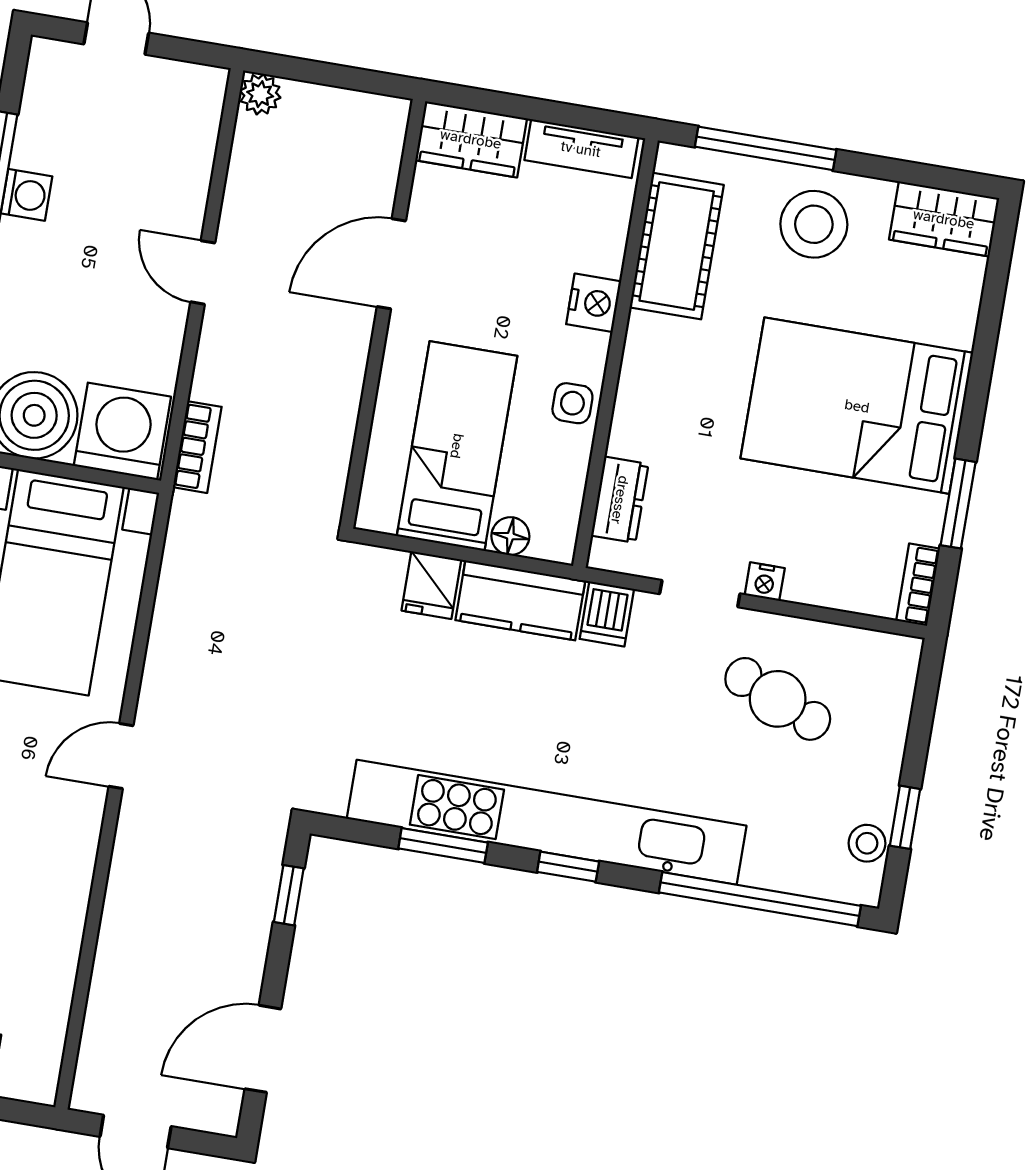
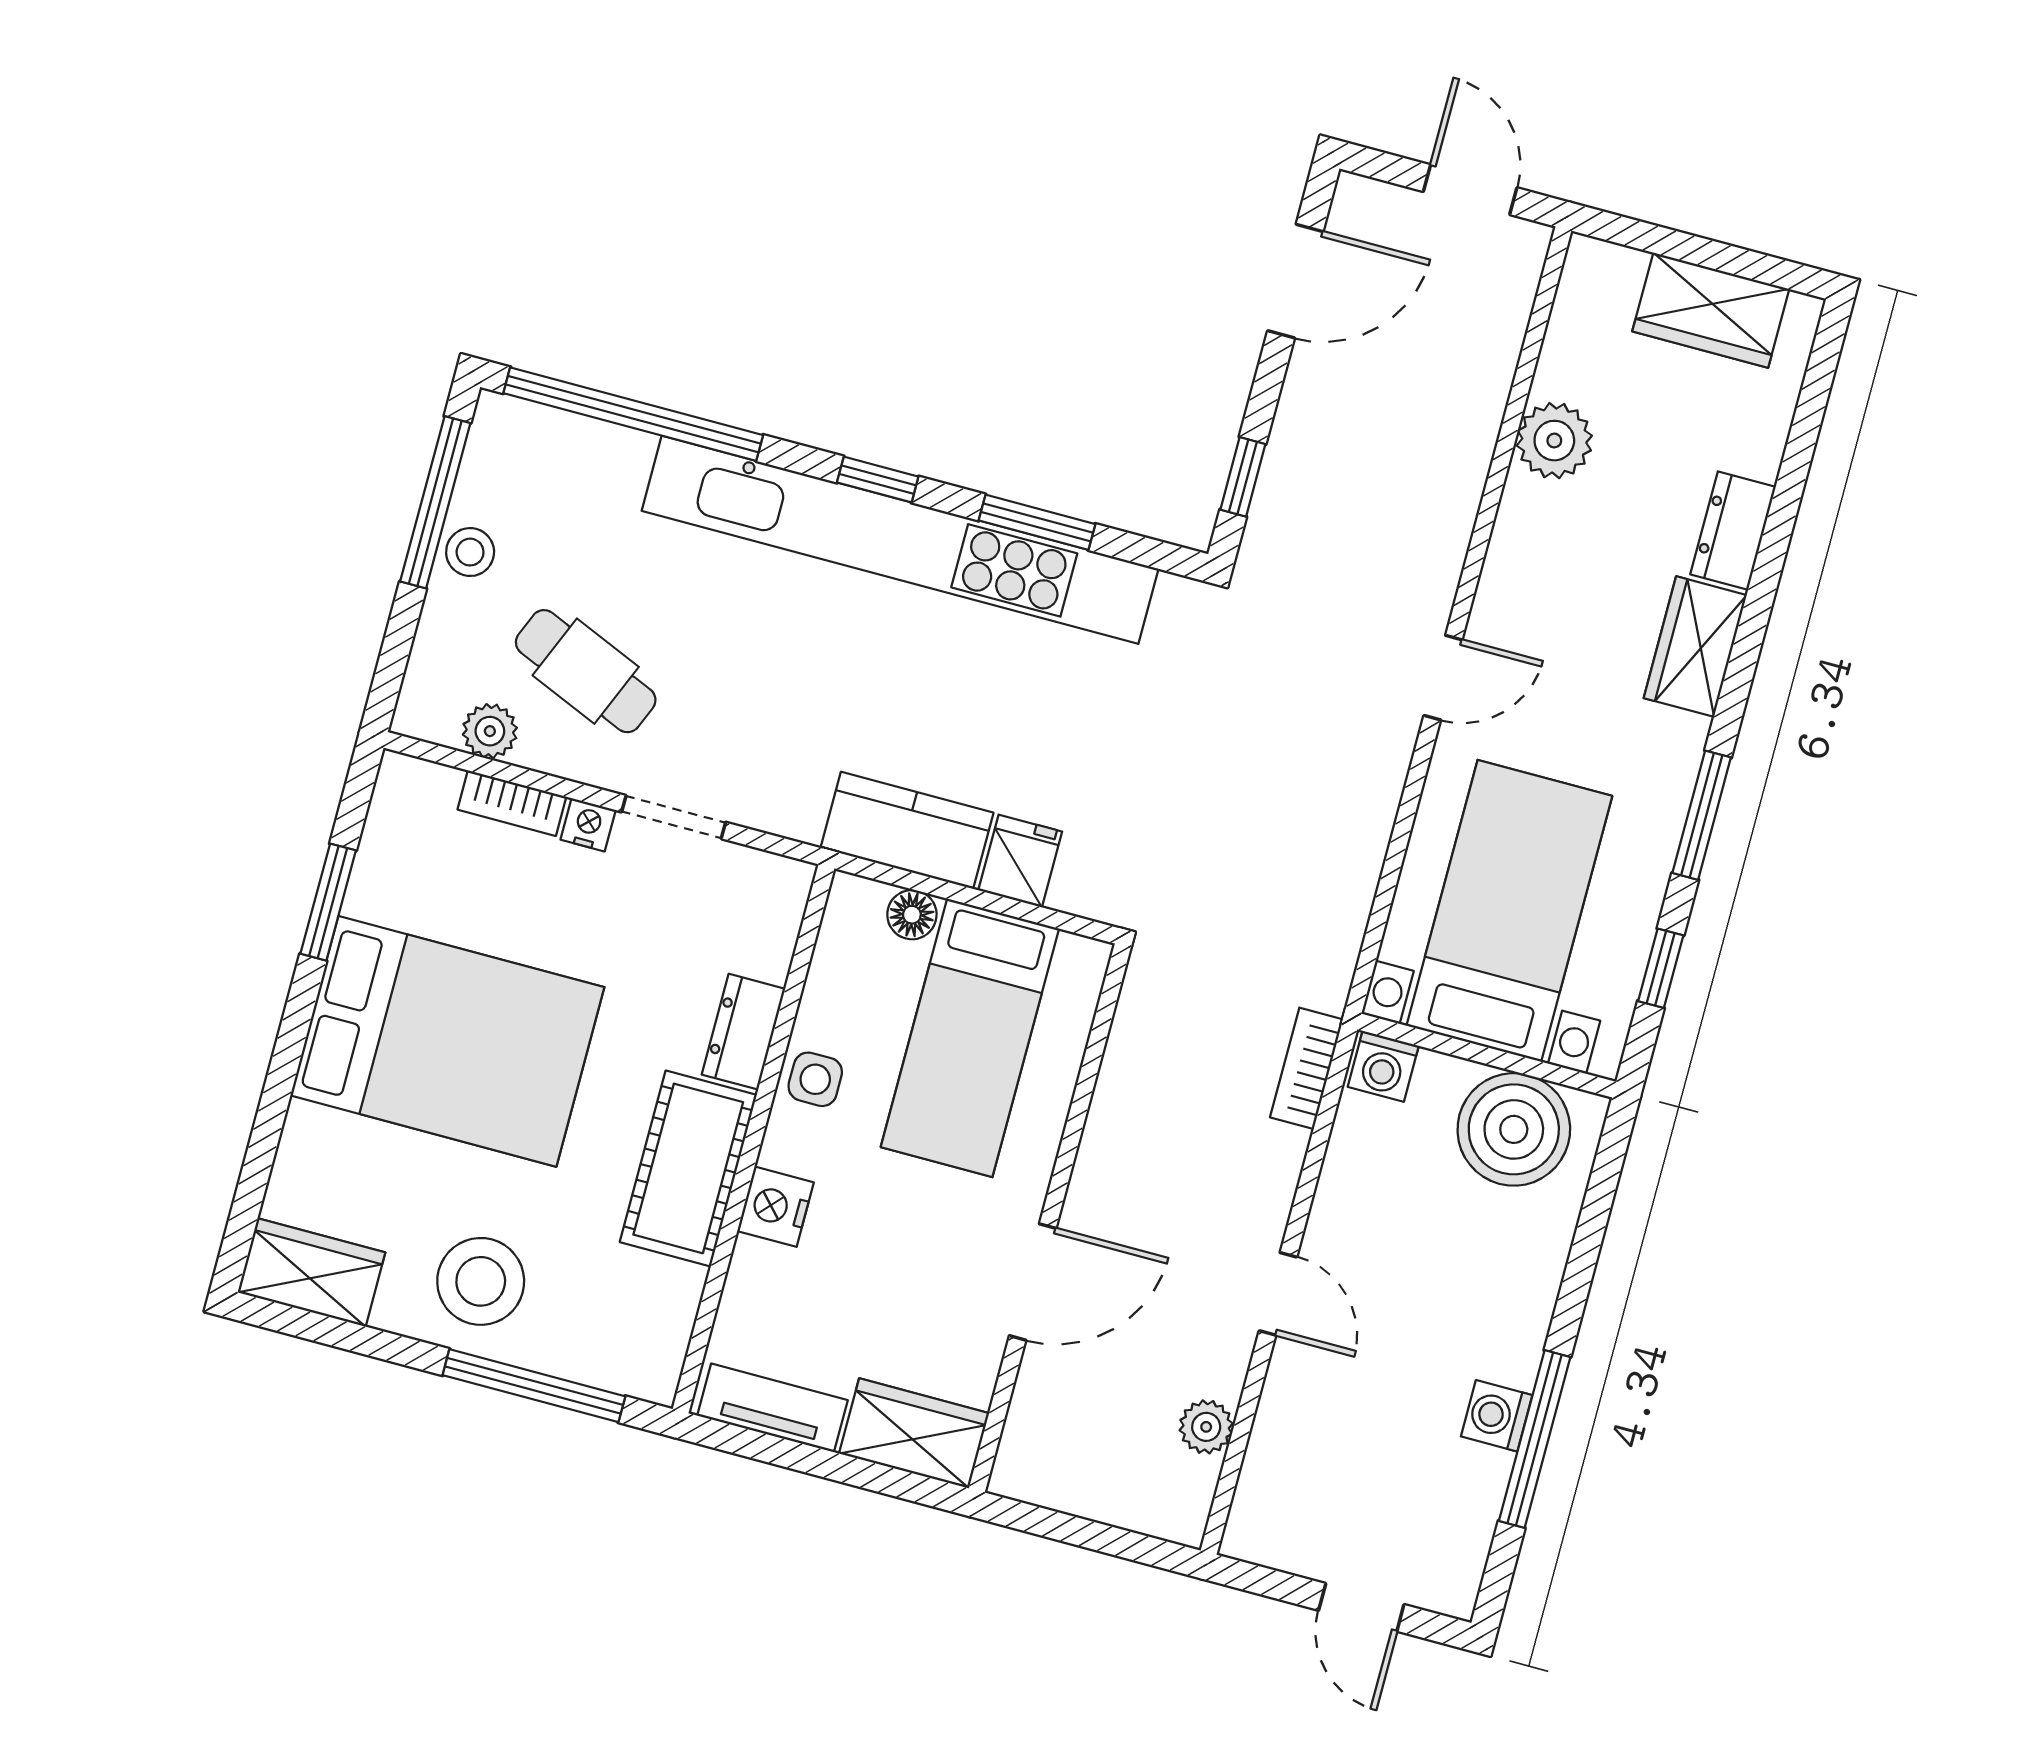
plant: (260, 94) -> (1206, 1427), moved
cot: (677, 246) -> (688, 1168), moved
washing machine: (122, 431) -> (1383, 1066), width x0.53, depth x0.53
dresser: (620, 500) -> (743, 1032), moved
bookcase: (918, 585) -> (512, 803), moved, turned 90
dishwasher: (607, 614) -> (796, 802), removed
plant: (847, 646) -> (490, 731), added
window: (905, 817) -> (435, 502), width x2.17
stool: (867, 843) -> (470, 552), moved
plant: (53, 946) -> (1554, 441), added

